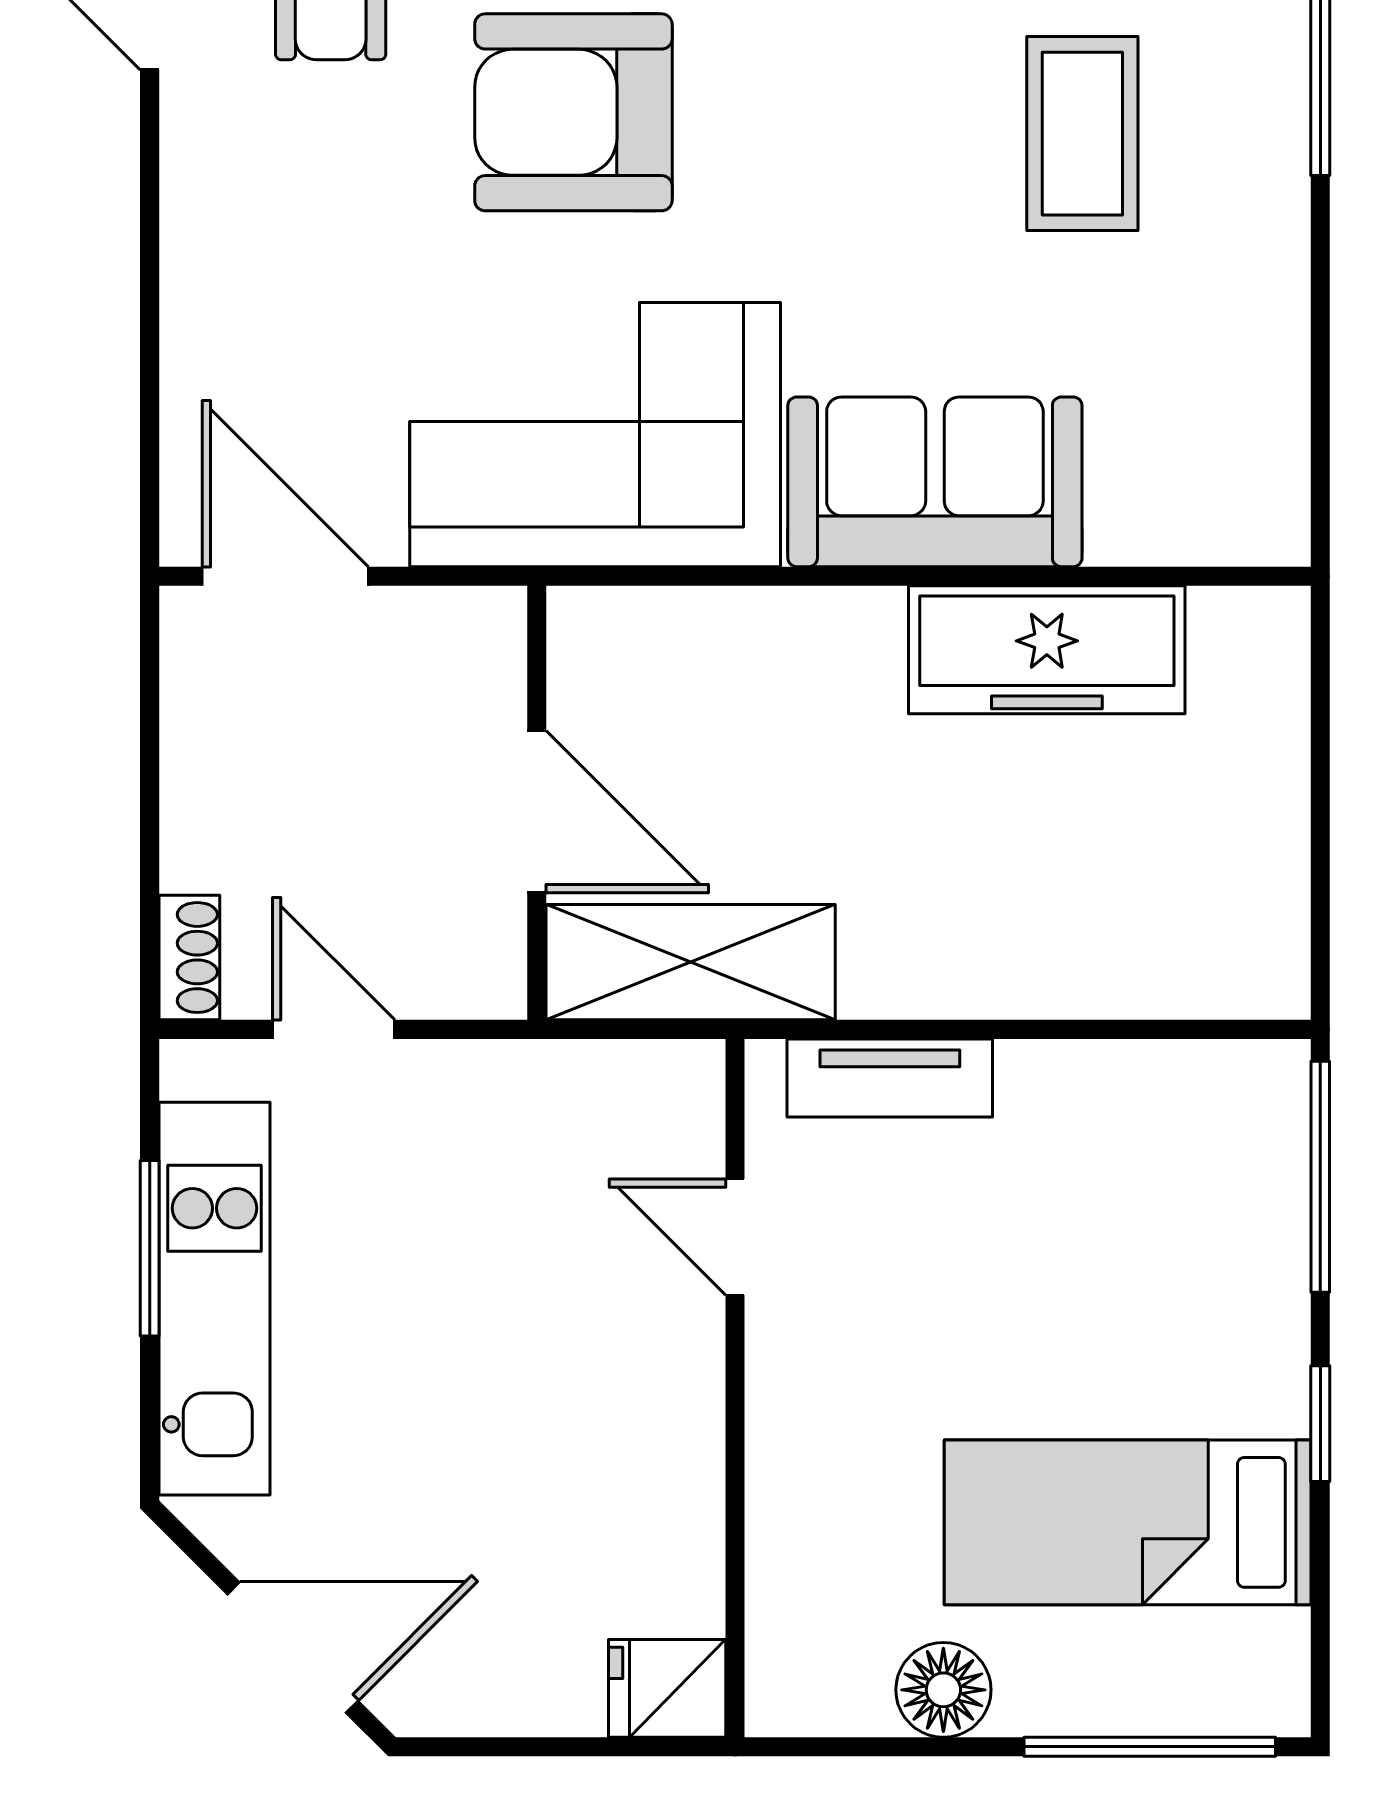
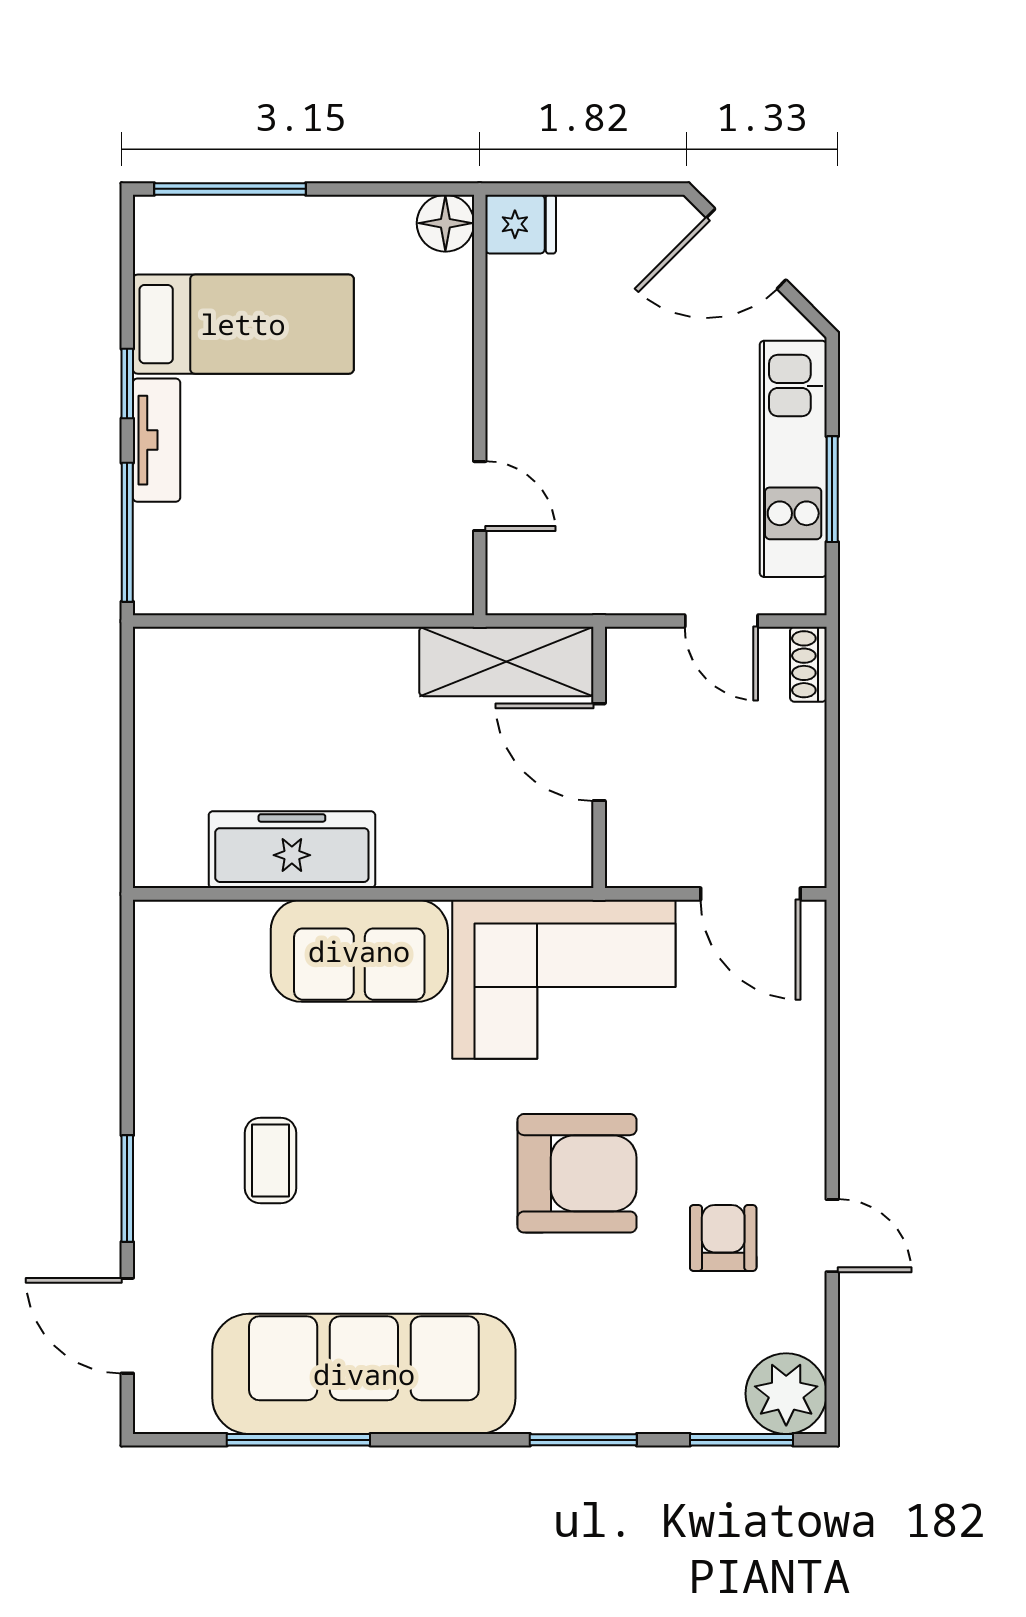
coffee table: (1082, 134) -> (271, 1161), width x0.73, depth x0.77
tv unit: (890, 1078) -> (157, 440), moved, turned 90
floor lamp: (943, 1690) -> (445, 223), moved

